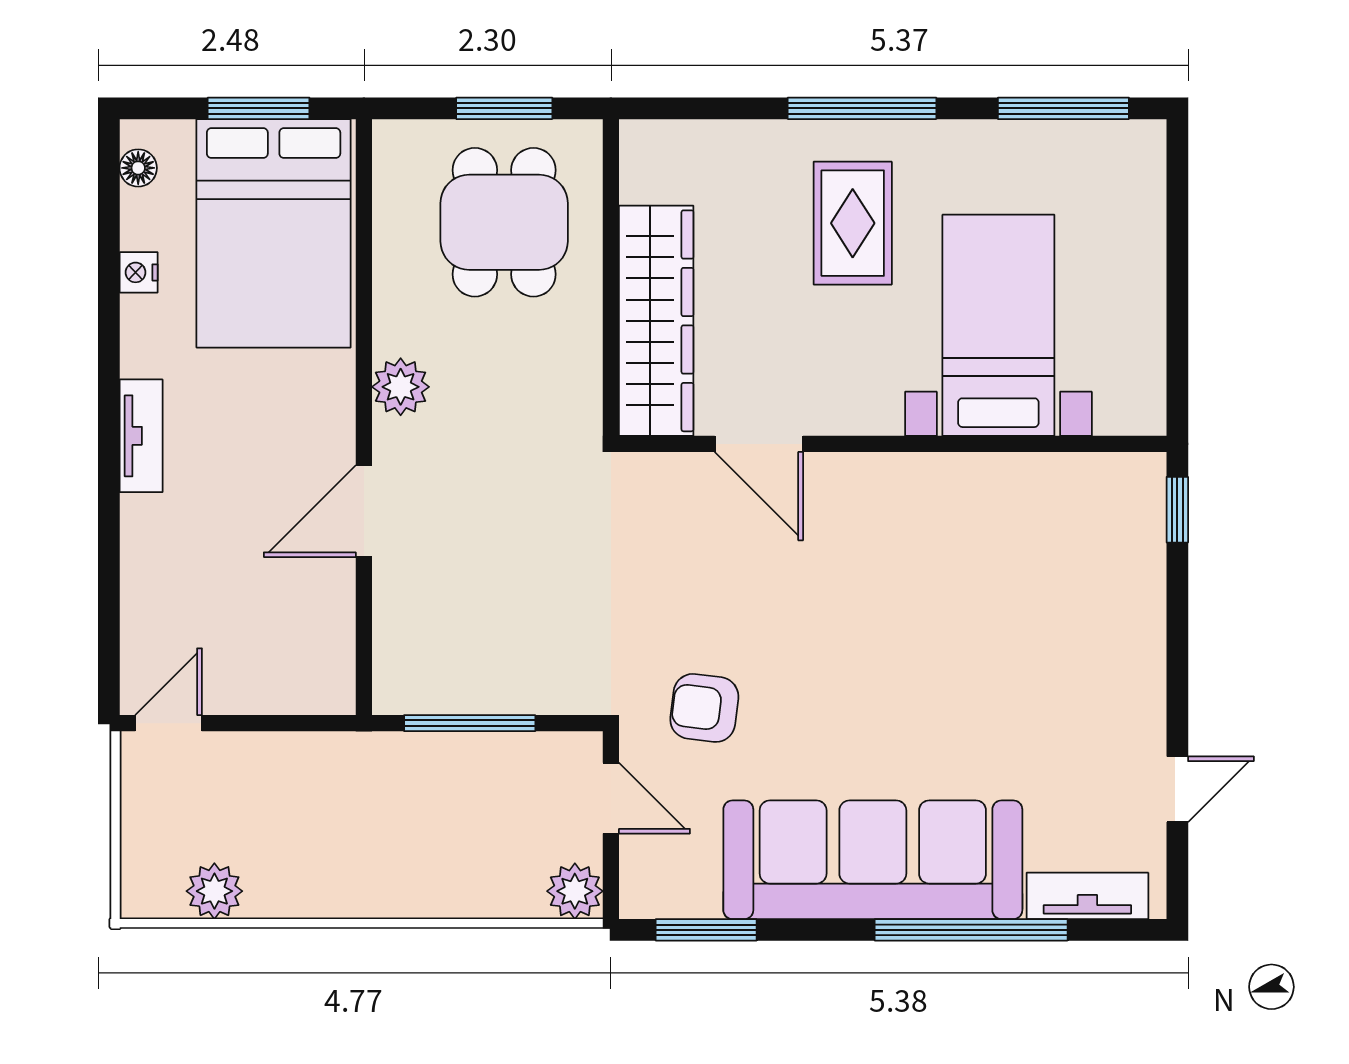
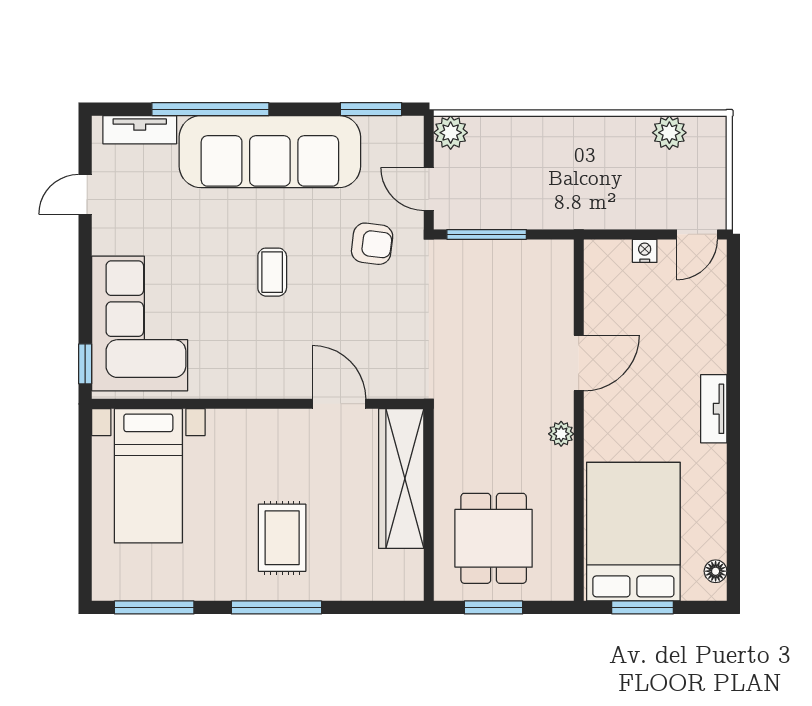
nightstand: (139, 272) -> (645, 251), moved, turned -90
bed with nightstands: (998, 325) -> (148, 476), moved
plant: (401, 387) -> (561, 434), width x0.73, depth x0.73
corner sofa: (1087, 576) -> (140, 324), added
coffee table: (869, 661) -> (272, 272), added
window: (470, 723) -> (487, 234), moved

